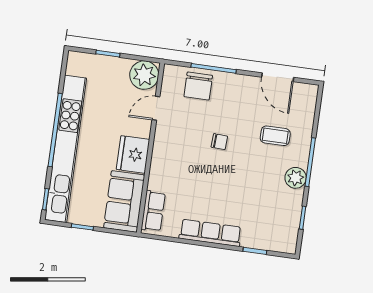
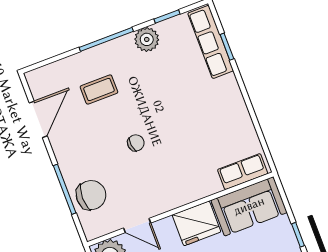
coffee table: (275, 136) -> (99, 90), turned 90
chair: (219, 142) -> (136, 143), turned 79
plant: (296, 178) -> (147, 39), moved
row of seats: (210, 233) -> (211, 42), moved

